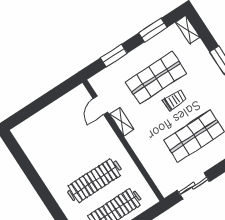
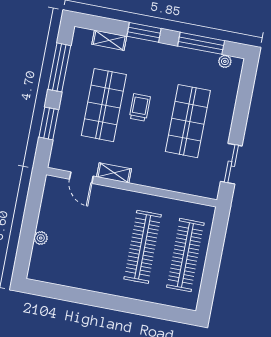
window: (153, 30) -> (59, 67), width x1.44
shelving: (188, 30) -> (109, 40), moved
plant: (42, 116) -> (41, 238), added

